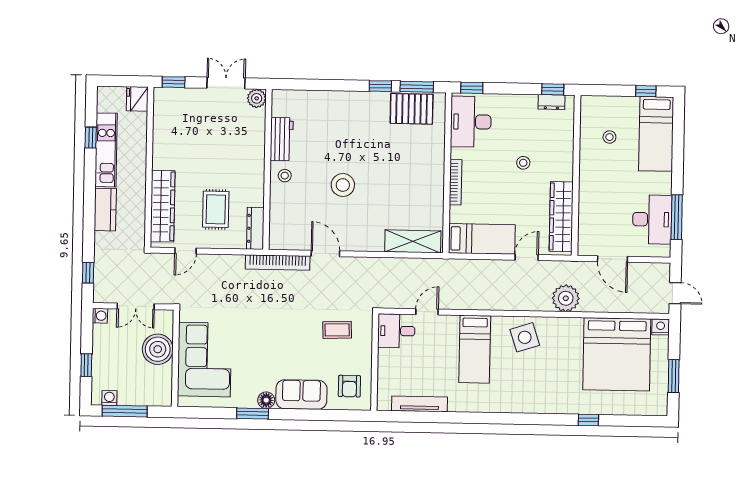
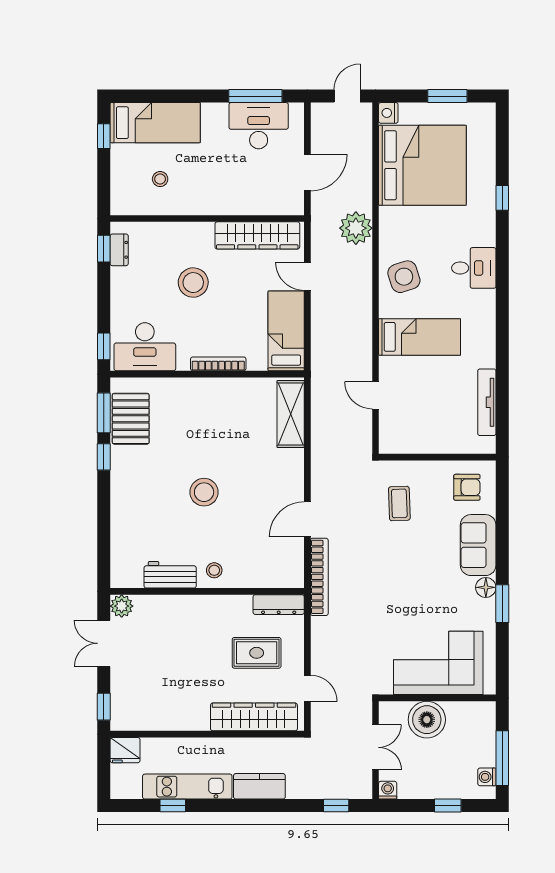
stool: (523, 163) -> (193, 283), width x1.89, depth x1.89
stool: (343, 185) -> (204, 492), moved
desk: (396, 331) -> (474, 268), moved, turned -90

